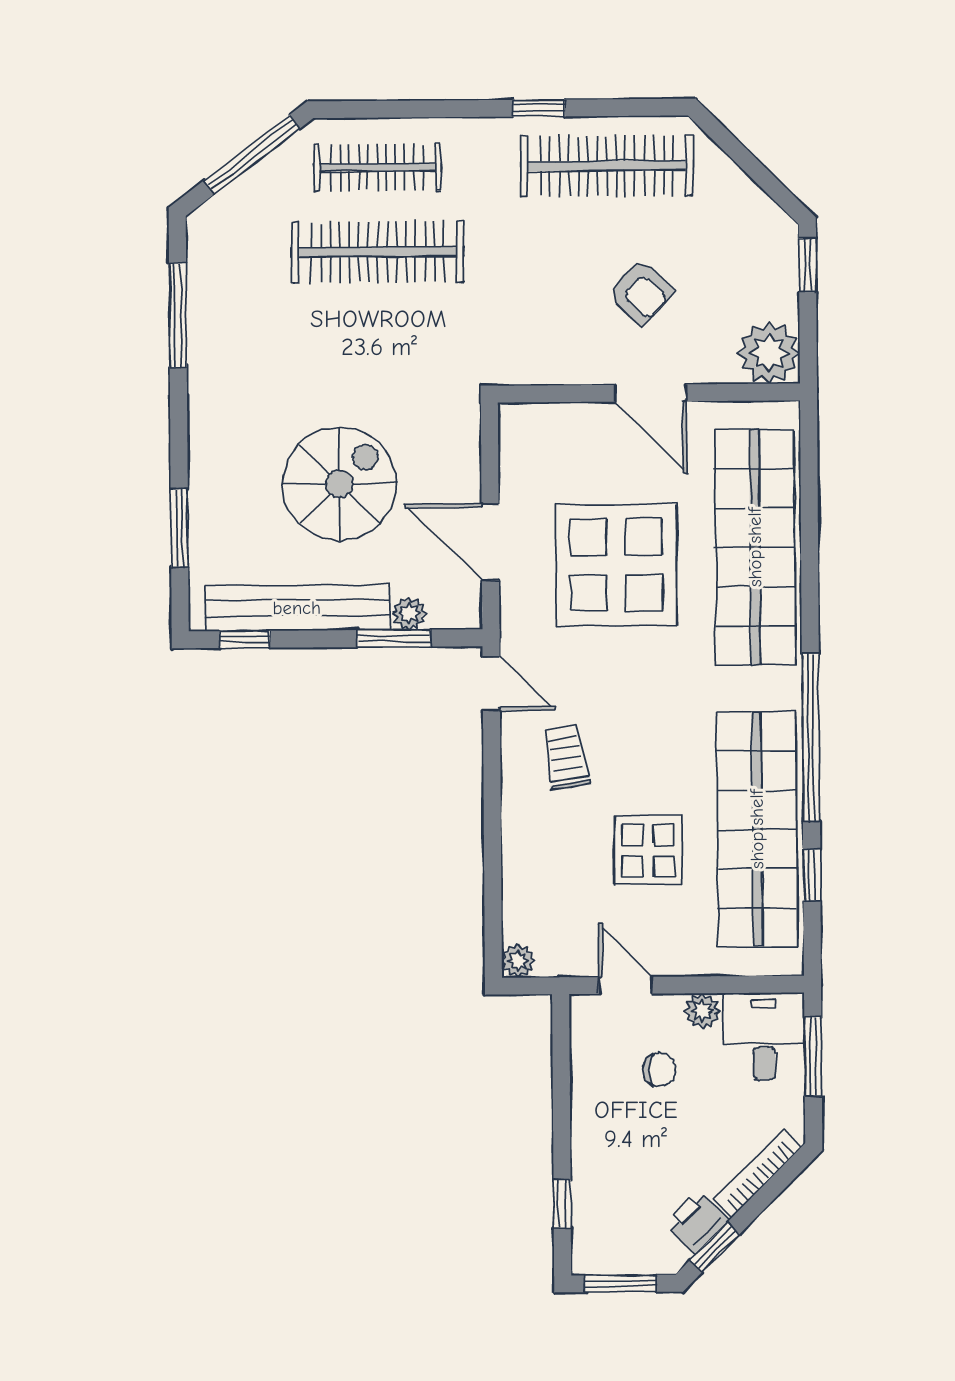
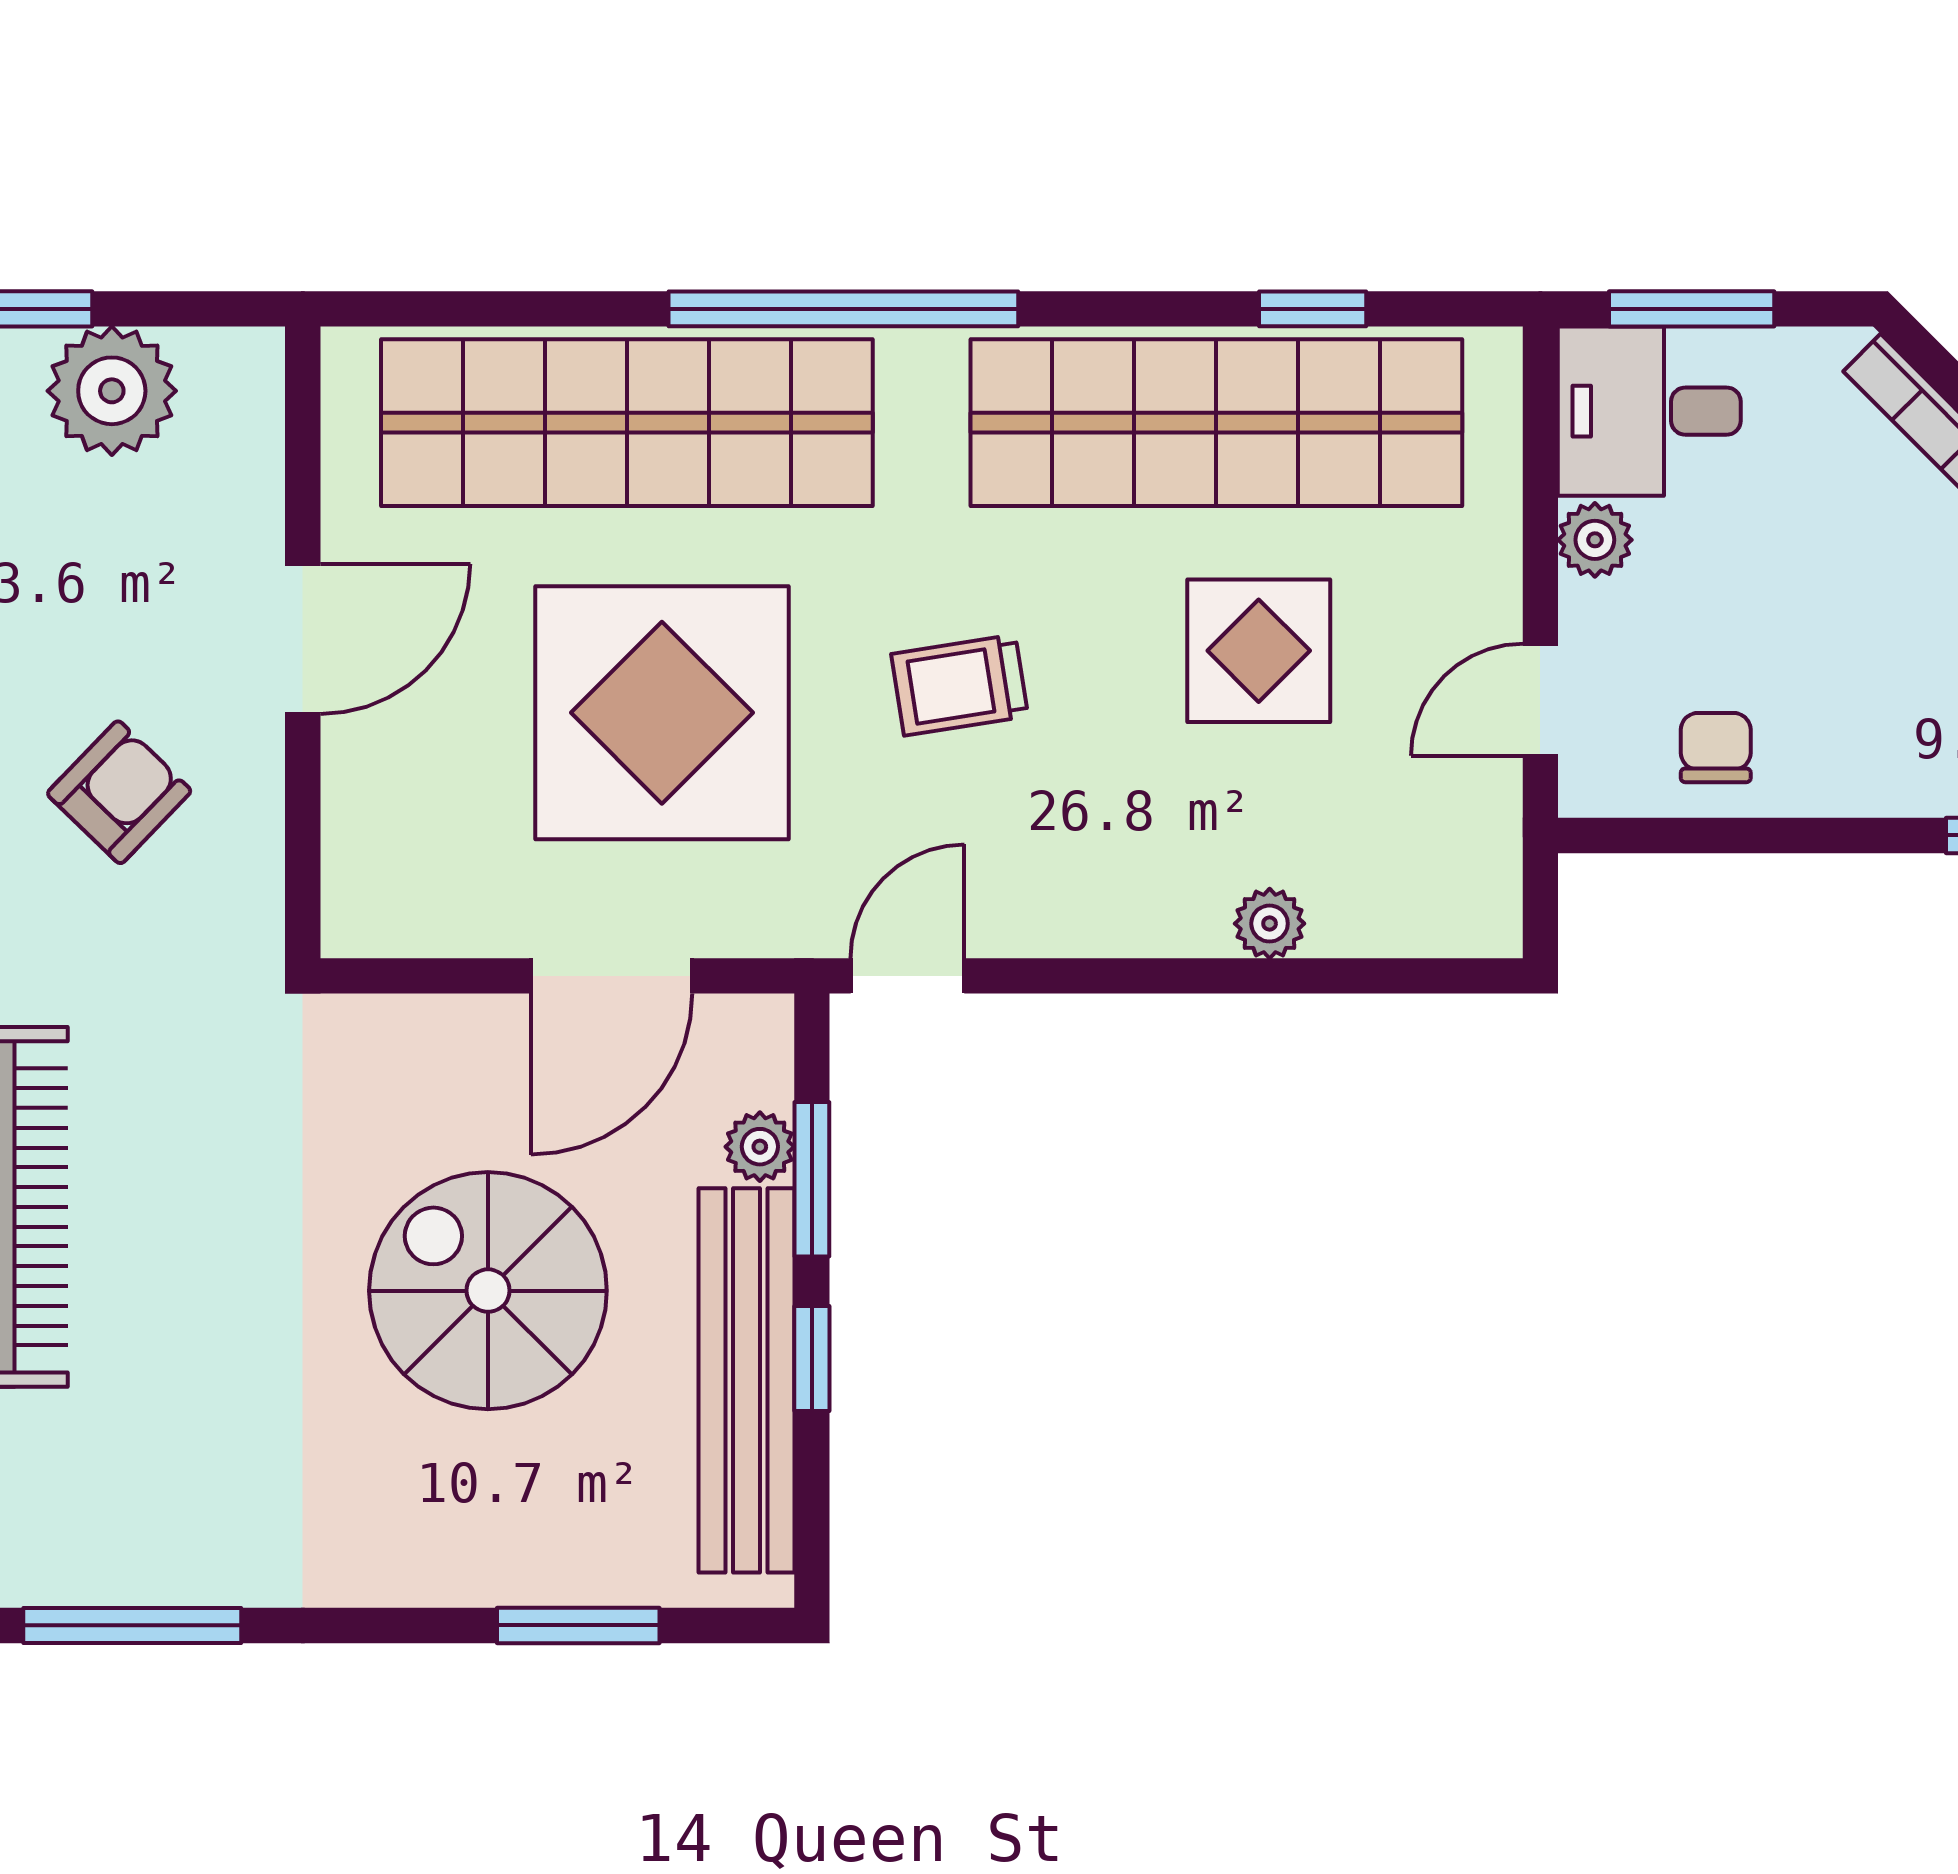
armchair: (641, 292) -> (119, 792), moved
plant: (769, 353) -> (112, 391), moved
window: (244, 639) -> (812, 1359), moved
window: (811, 738) -> (843, 309), moved
trolley: (566, 758) -> (960, 685), moved
plant: (518, 961) -> (1270, 924), moved
chair: (659, 1070) -> (1716, 748), moved

